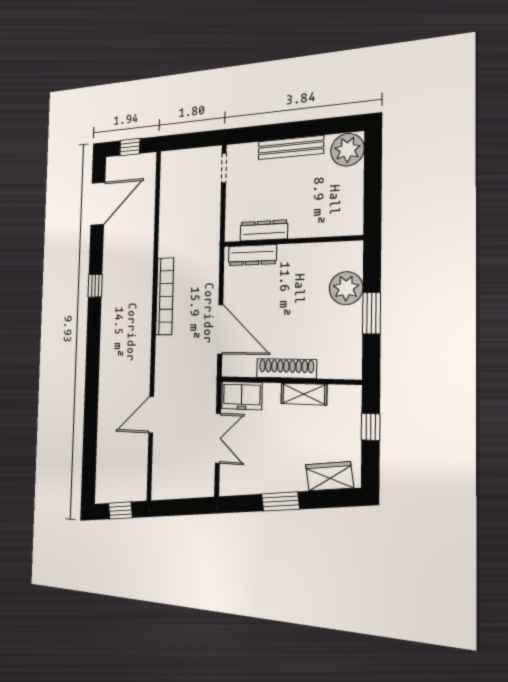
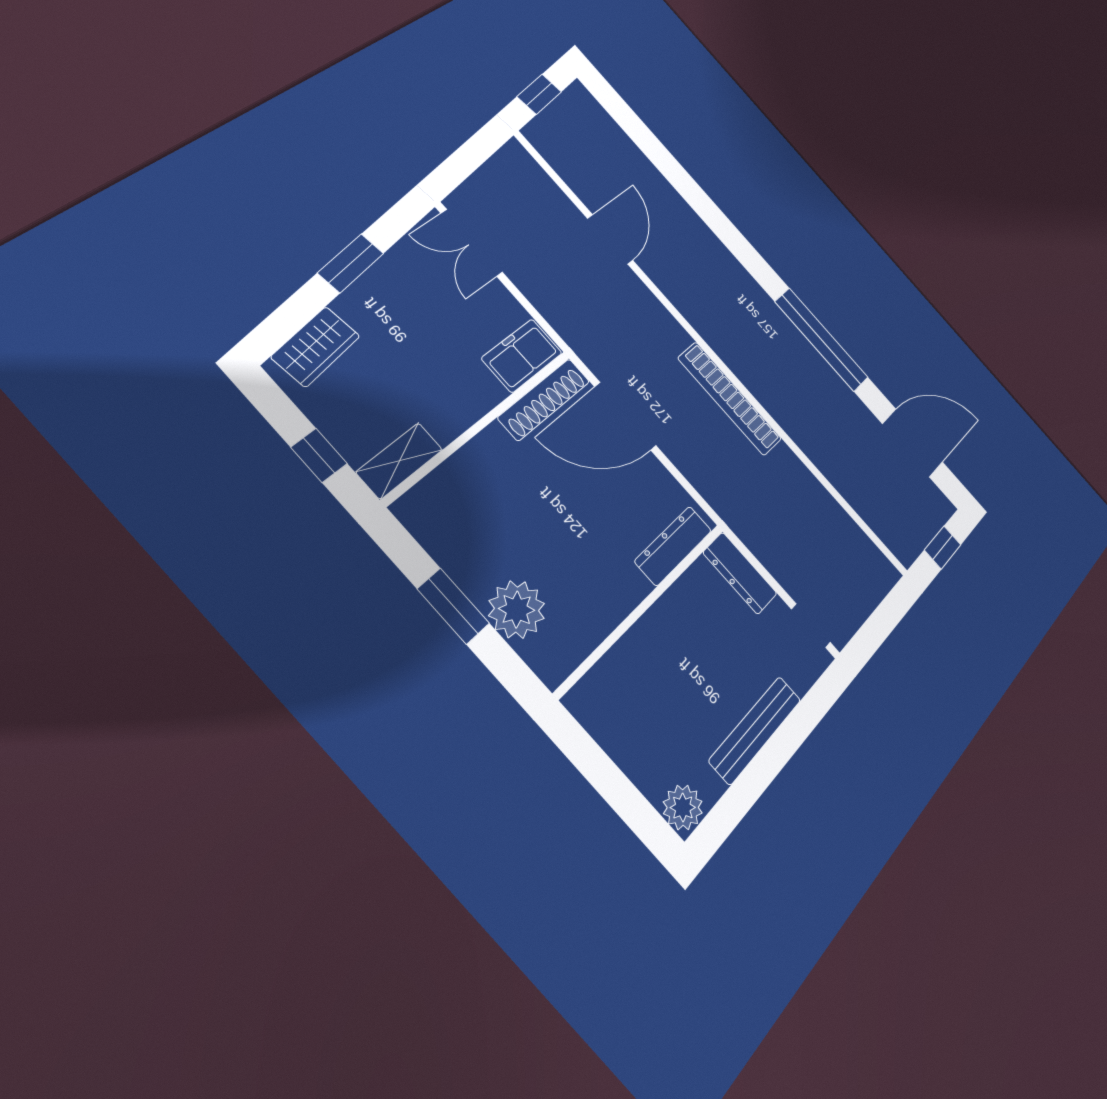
plant: (347, 150) -> (683, 807), width x0.73, depth x0.73
door: (98, 204) -> (913, 443), swing flipped
dresser: (264, 230) -> (740, 573), moved, turned 90
window: (95, 286) -> (822, 340), width x3.17
shoe rack: (286, 369) -> (544, 399), moved
shelving: (304, 394) -> (400, 461), moved
double door: (218, 438) -> (472, 243), moved

